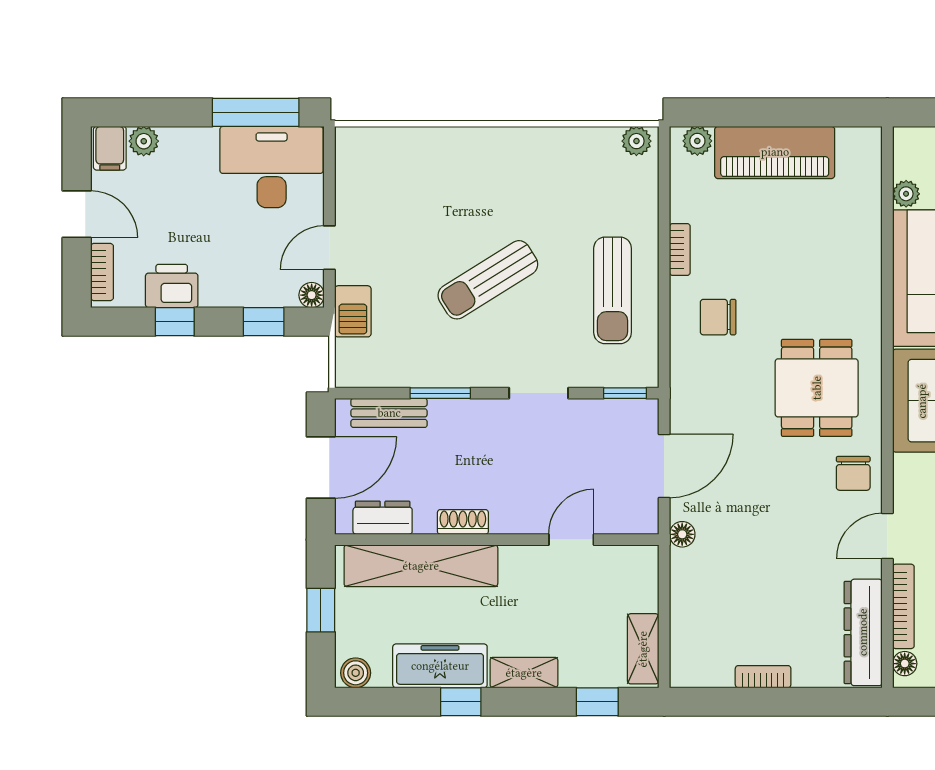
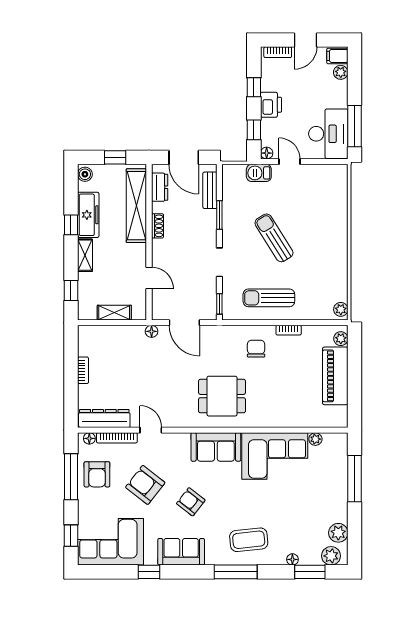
printer: (172, 286) -> (271, 105), moved
chair: (853, 473) -> (181, 414), removed
shelving: (643, 649) -> (114, 313), moved

